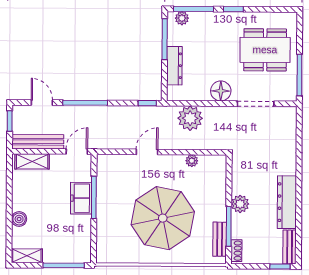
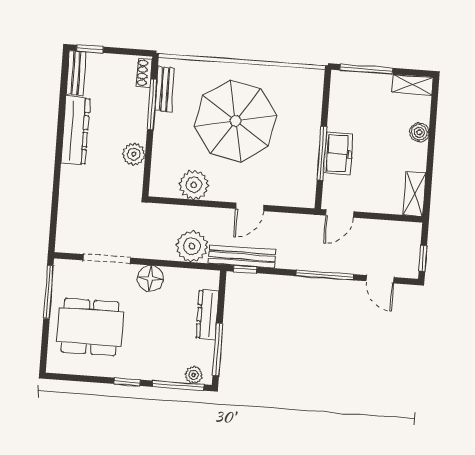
bench: (38, 142) -> (242, 257), moved
shelving: (32, 161) -> (415, 194), moved, turned 90
plant: (192, 161) -> (194, 185), width x1.87, depth x1.87
plant: (240, 204) -> (134, 154), moved

